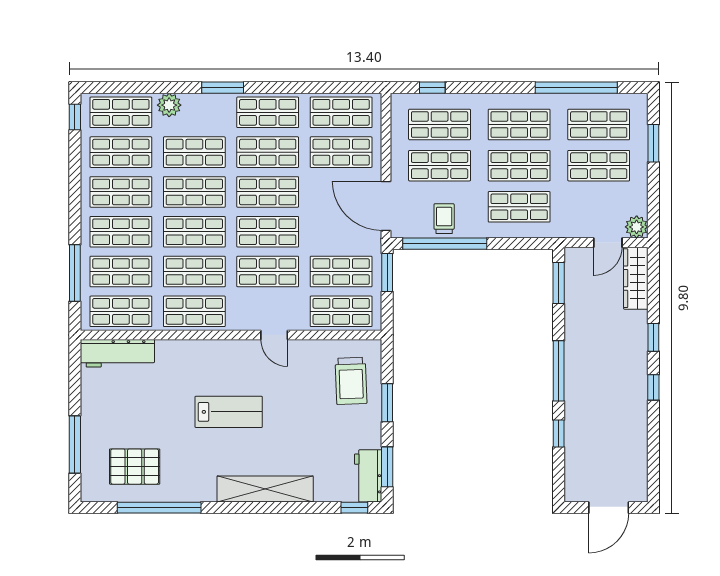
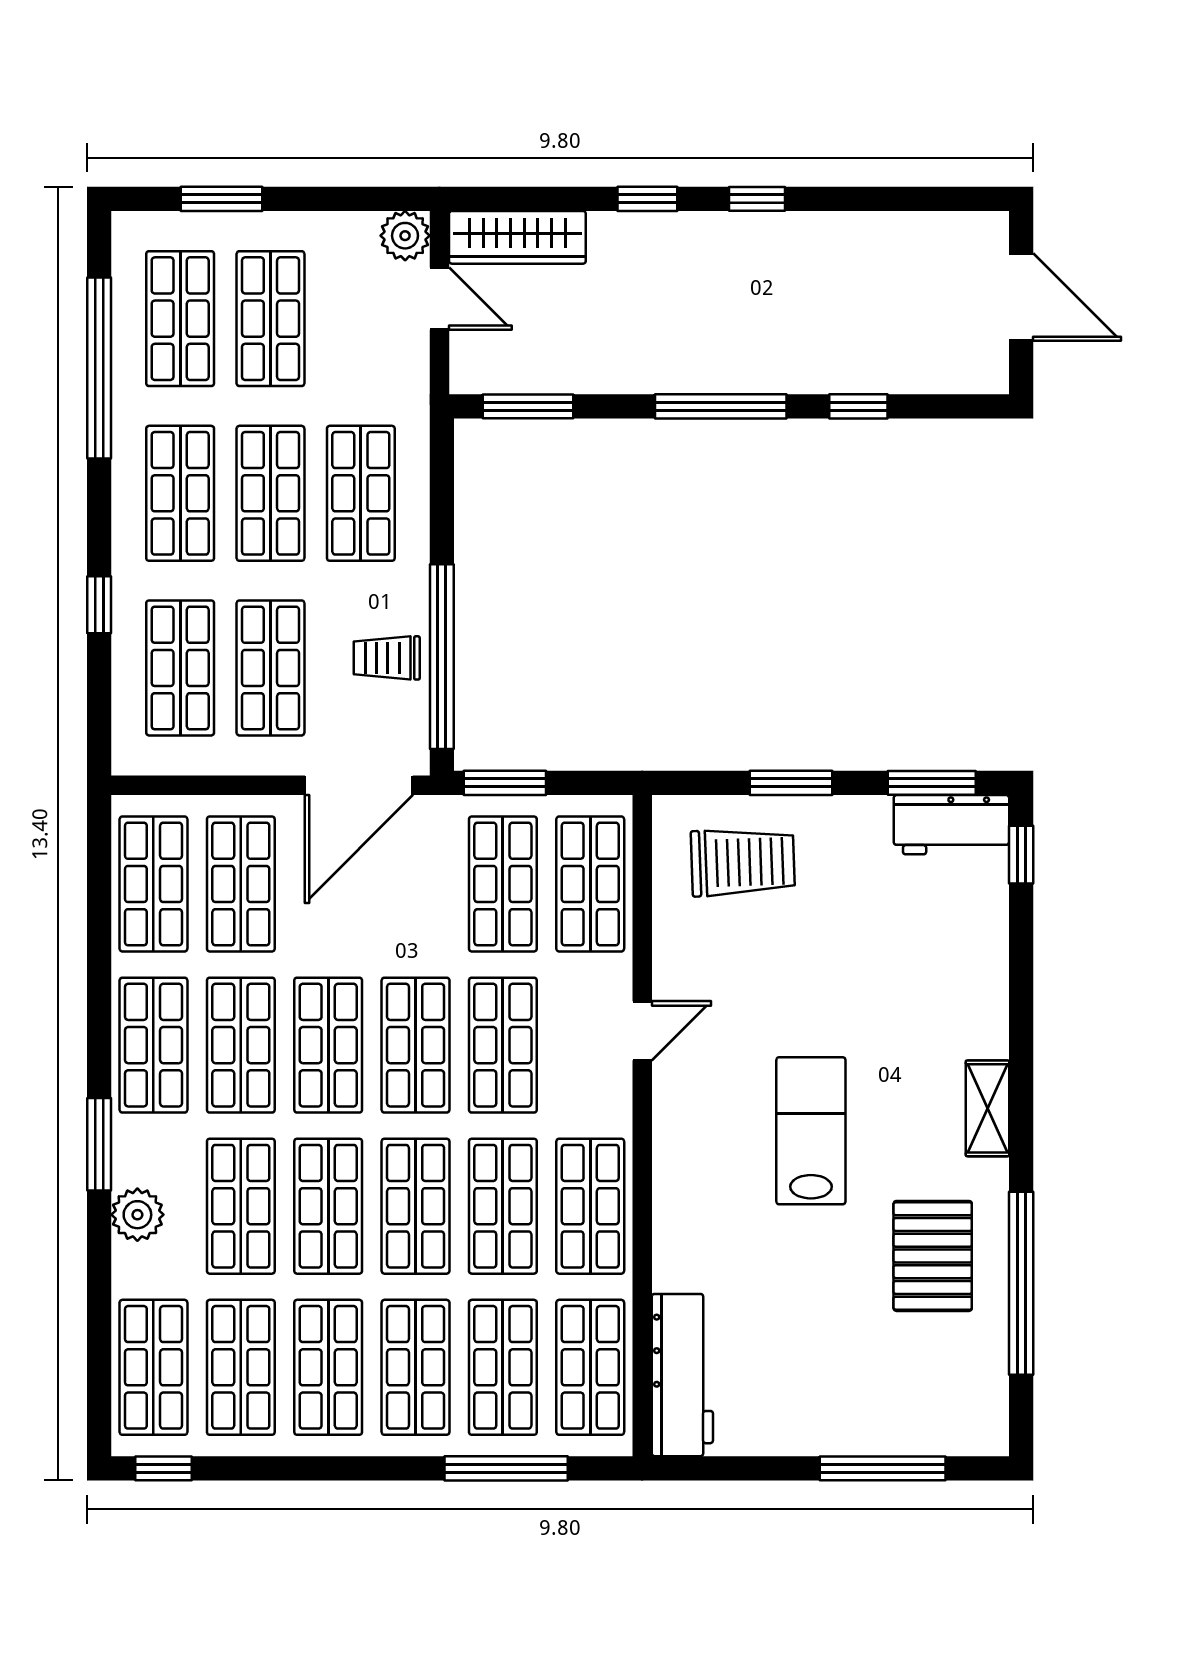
window: (432, 88) -> (99, 605), moved
plant: (169, 105) -> (137, 1215), moved
pallet: (135, 467) -> (933, 1256), moved
shelving: (265, 489) -> (987, 1108), width x0.45, depth x0.75

